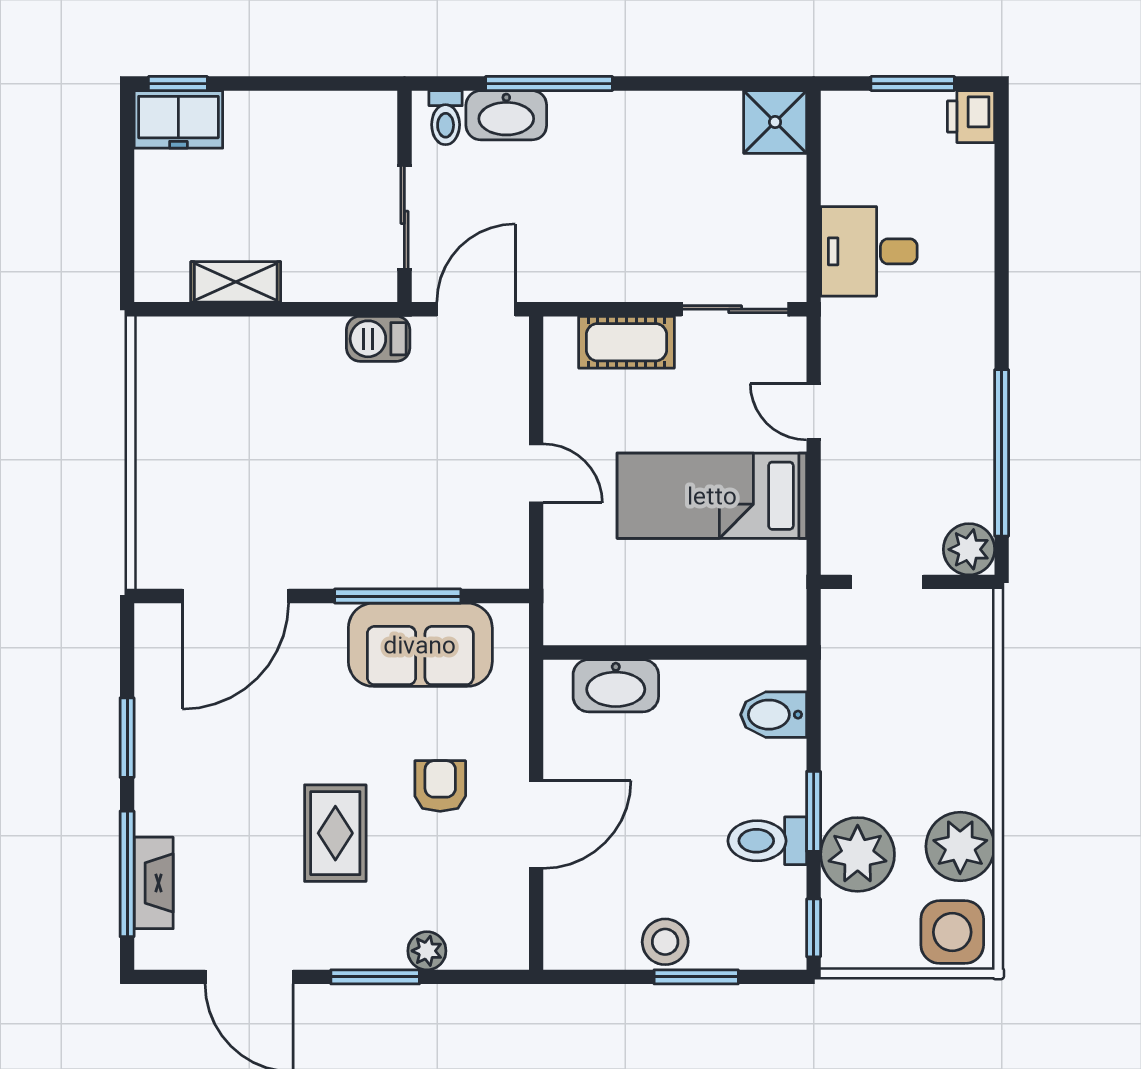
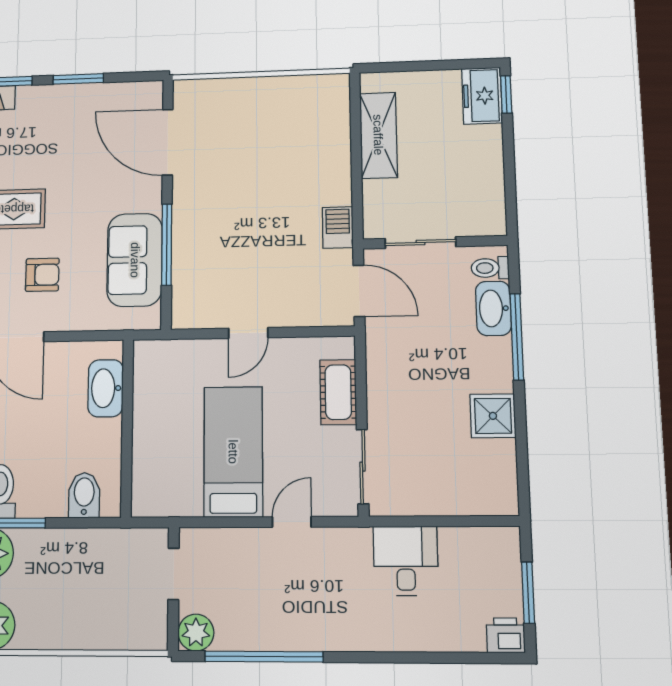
shower: (775, 122) -> (493, 416), moved
shelving: (236, 282) -> (378, 135), width x1.50, depth x1.33

